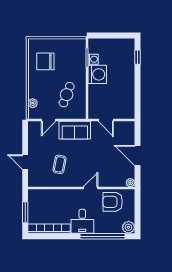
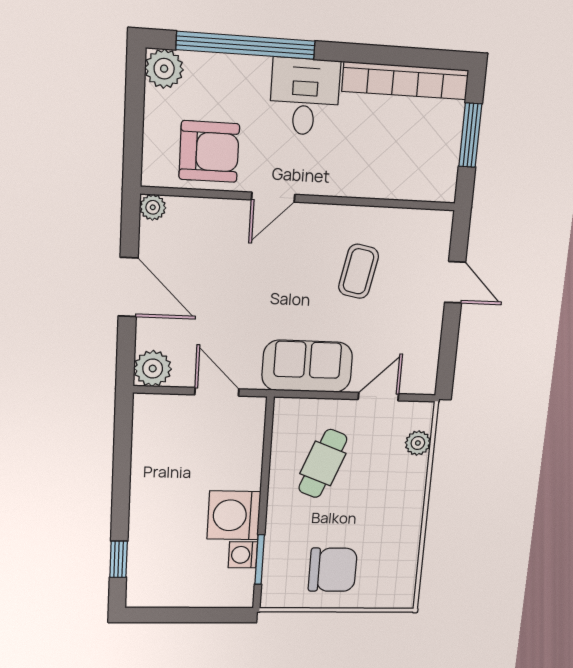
chair: (45, 61) -> (333, 570), moved
plant: (128, 128) -> (153, 369), added

